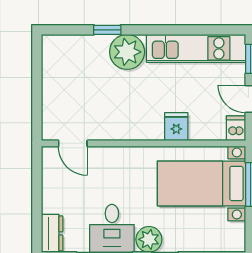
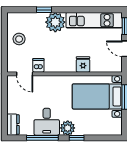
stool: (63, 82) -> (19, 39), added
dishwasher: (236, 128) -> (38, 65), moved

